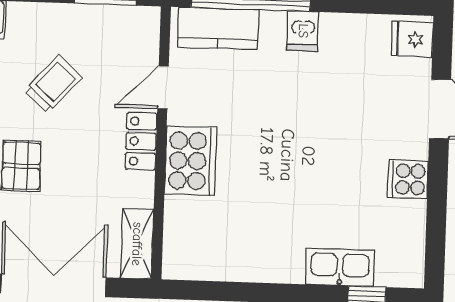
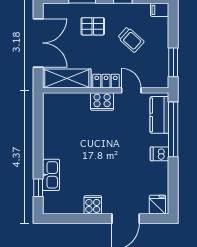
cooker: (191, 161) -> (102, 102), width x0.73, depth x0.76
shelving: (137, 244) -> (67, 78), width x1.50, depth x1.33

